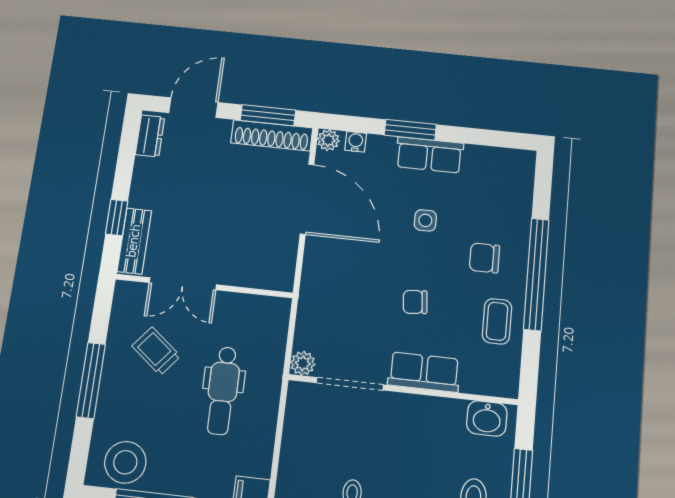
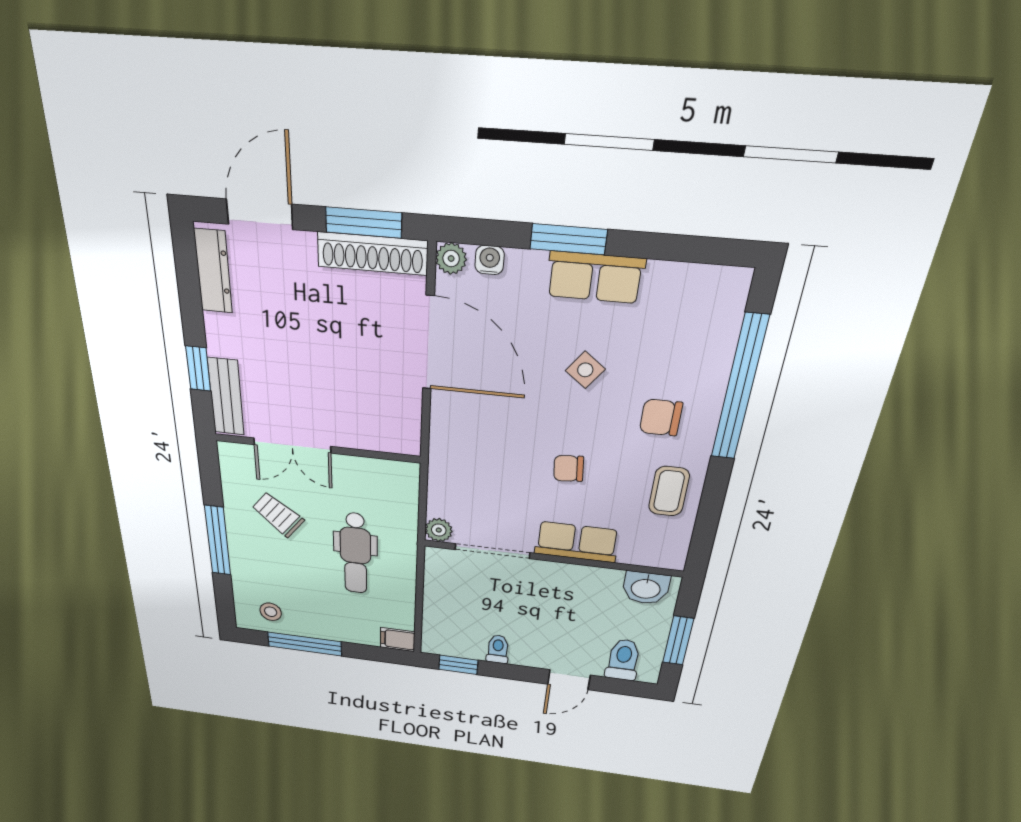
dresser: (150, 136) -> (213, 271), width x1.44
side table: (425, 220) -> (585, 370), turned 37
window: (536, 274) -> (739, 389), moved
stool: (125, 462) -> (271, 612), width x0.53, depth x0.53

